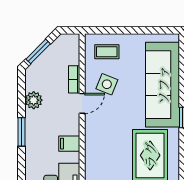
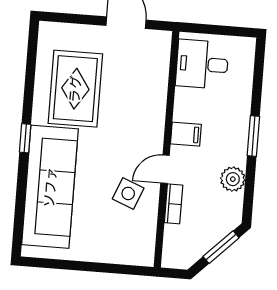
coffee table: (107, 52) -> (125, 239), removed
filing cabinet: (69, 144) -> (186, 134), moved

